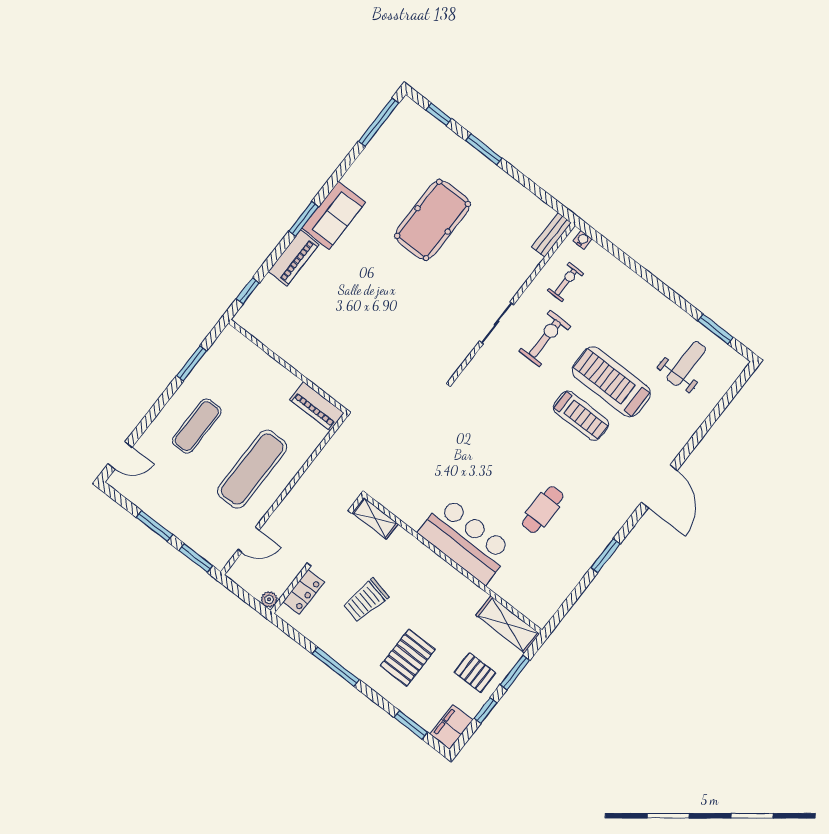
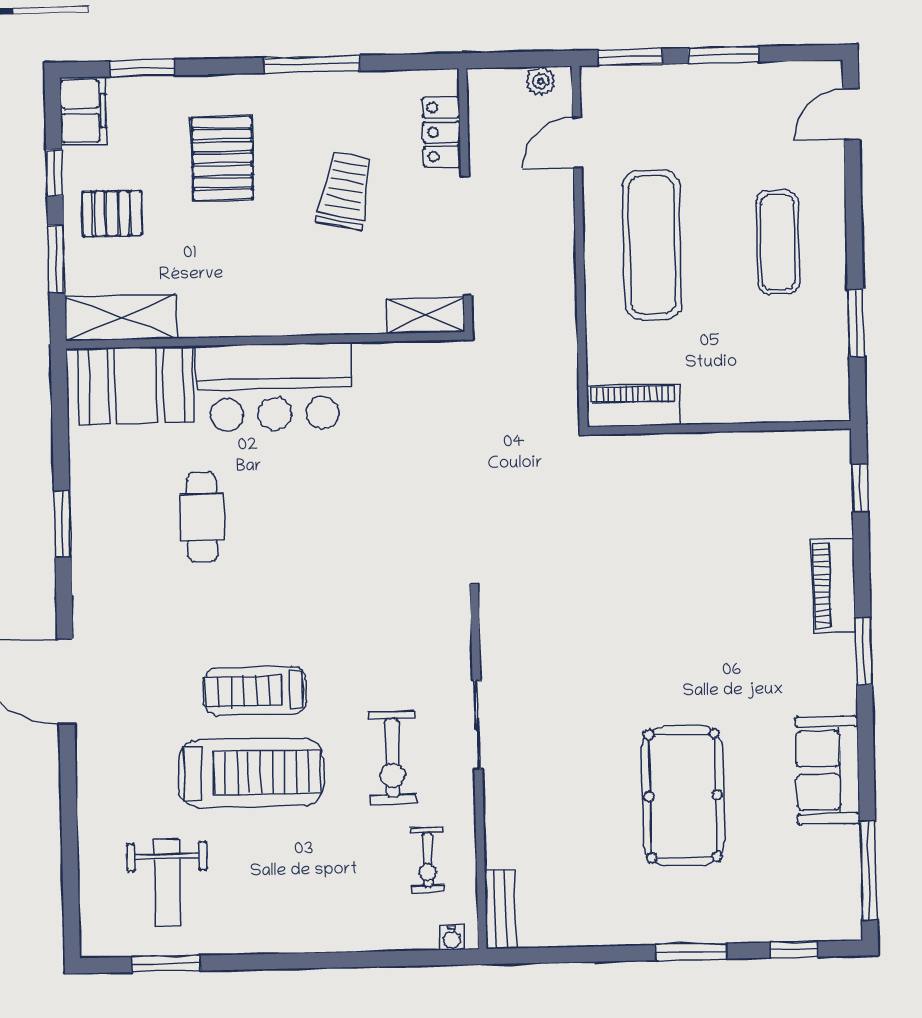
sofa: (334, 215) -> (828, 770), moved
booth: (525, 590) -> (136, 385), added
plant: (269, 599) -> (541, 81), moved

